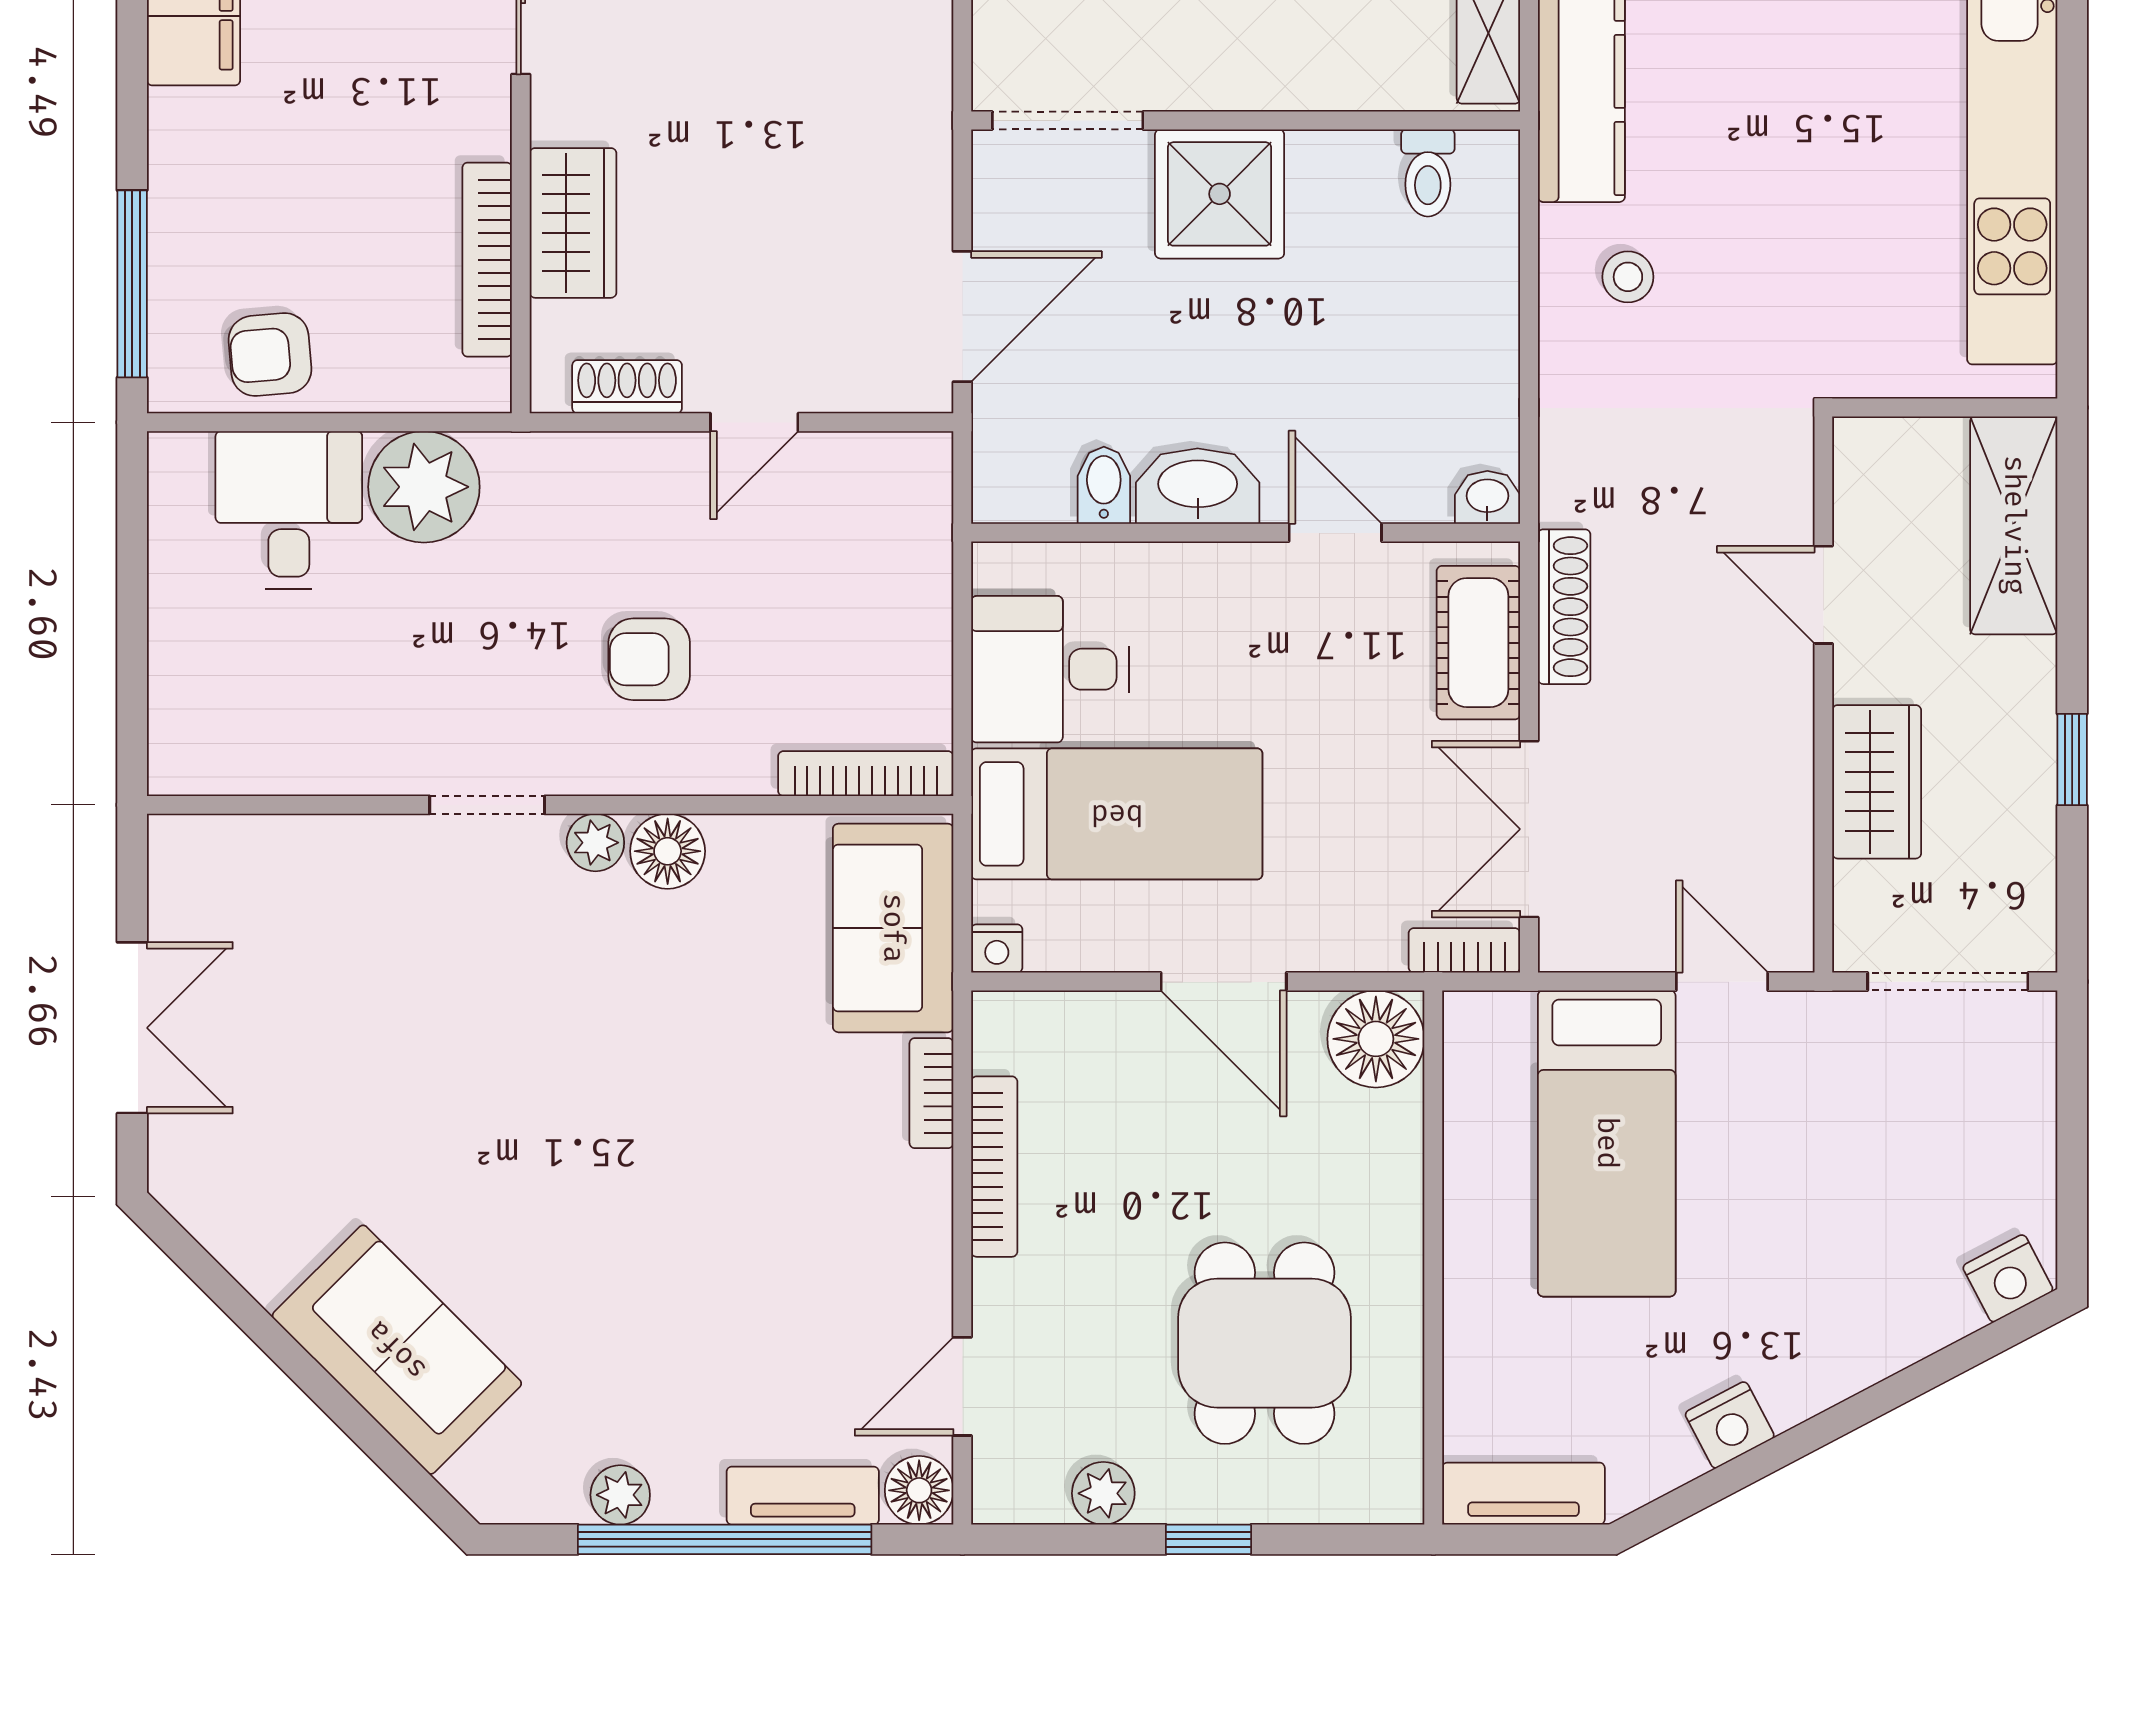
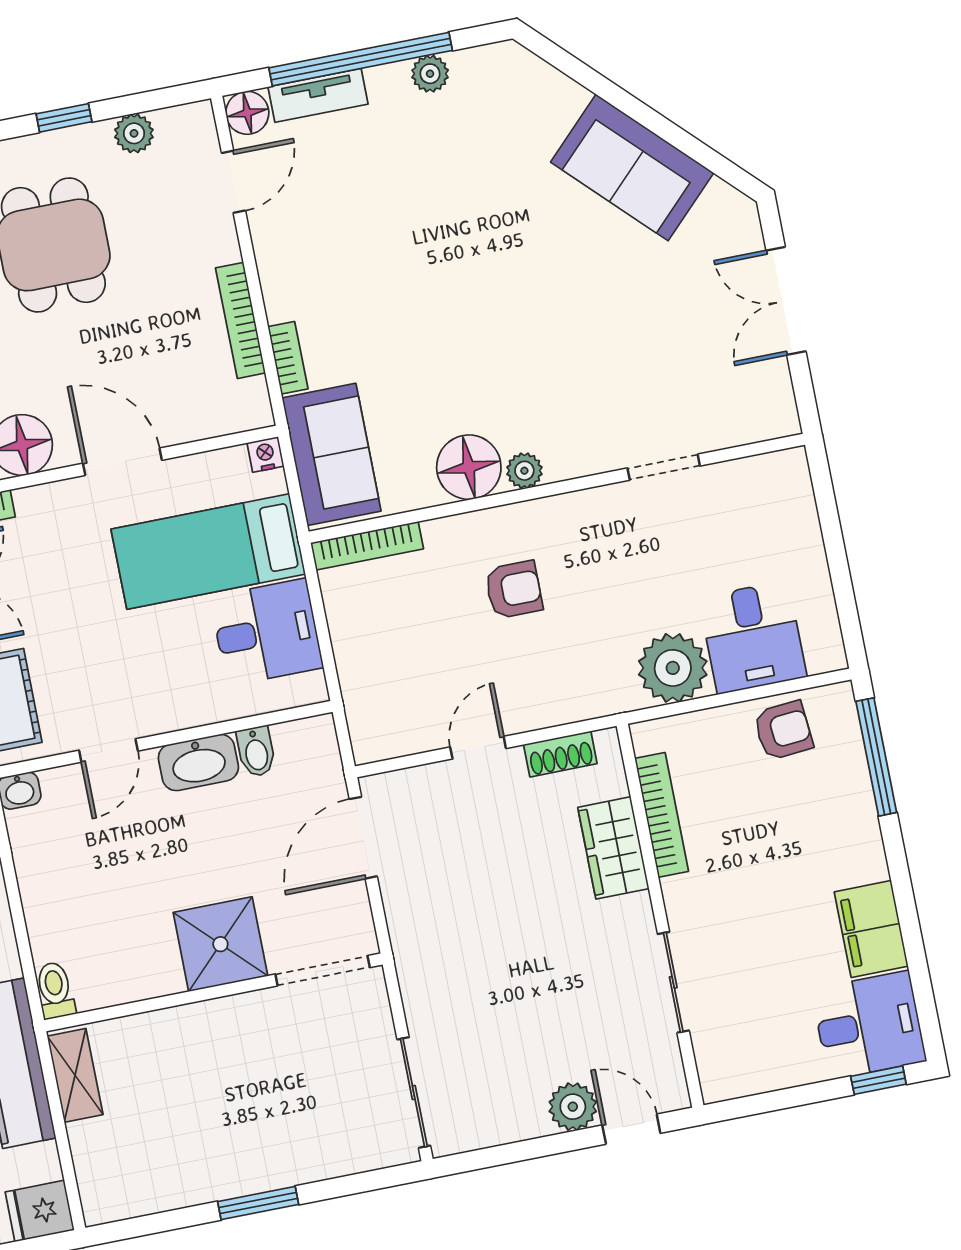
toilet: (1428, 173) -> (55, 990), moved
door: (1335, 533) -> (108, 751), hinge flipped
doorway: (487, 805) -> (664, 467), moved
floor lamp: (668, 851) -> (469, 467), width x1.38, depth x1.38
sofa: (397, 1350) -> (632, 167), moved

